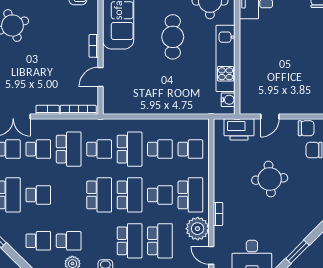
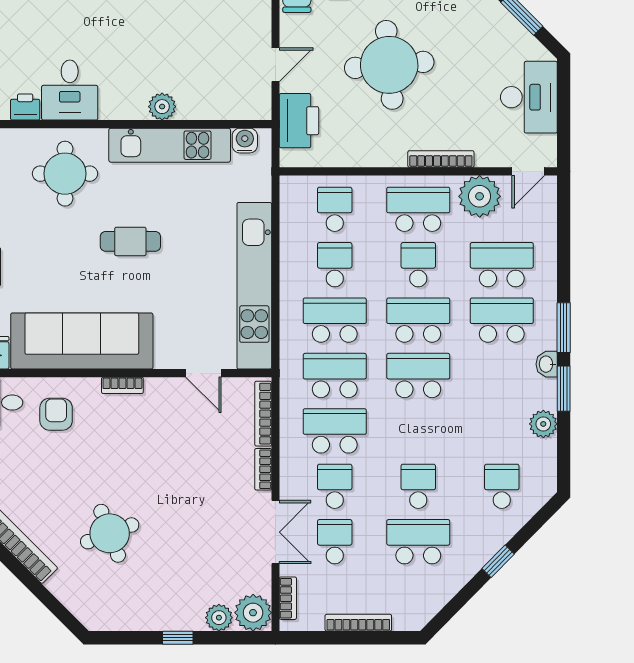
cafe table: (173, 37) -> (130, 241), width x0.73, depth x0.74
bookcase: (94, 46) -> (122, 385), moved
plant: (247, 54) -> (162, 107), added
kitchen unit: (148, 105) -> (254, 286), added
door: (270, 117) -> (275, 65), hinge flipped
school desk: (99, 149) -> (335, 376), width x1.85
round table: (270, 179) -> (389, 65), width x1.36, depth x1.36
bookcase: (218, 214) -> (441, 159), width x1.56
school desk: (69, 241) -> (502, 431), removed

